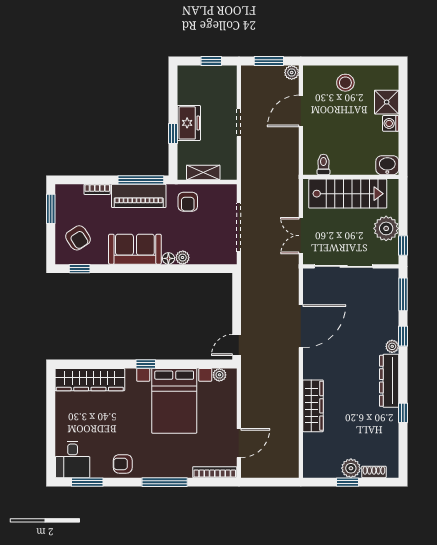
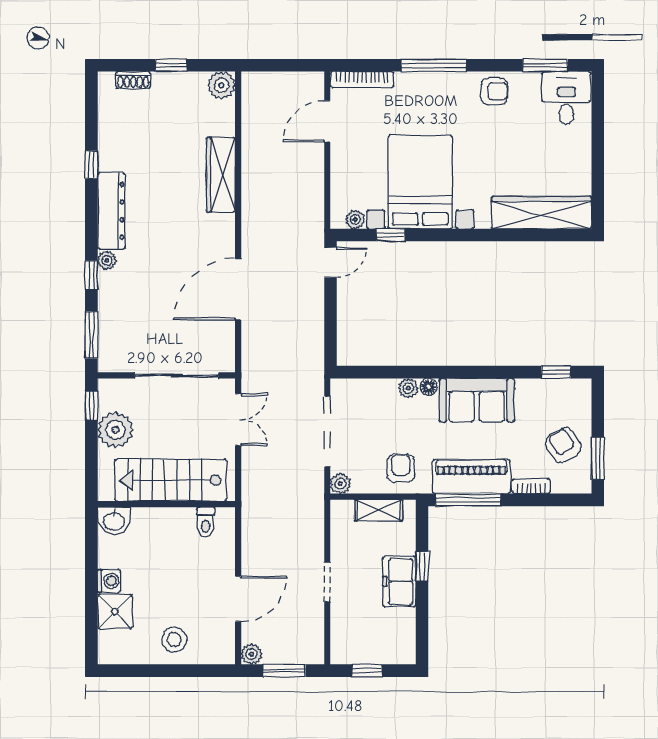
plant: (230, 191) -> (340, 484), added
armchair: (78, 238) -> (563, 445), moved
window: (146, 364) -> (391, 235), moved
plant: (351, 468) -> (221, 85), moved

